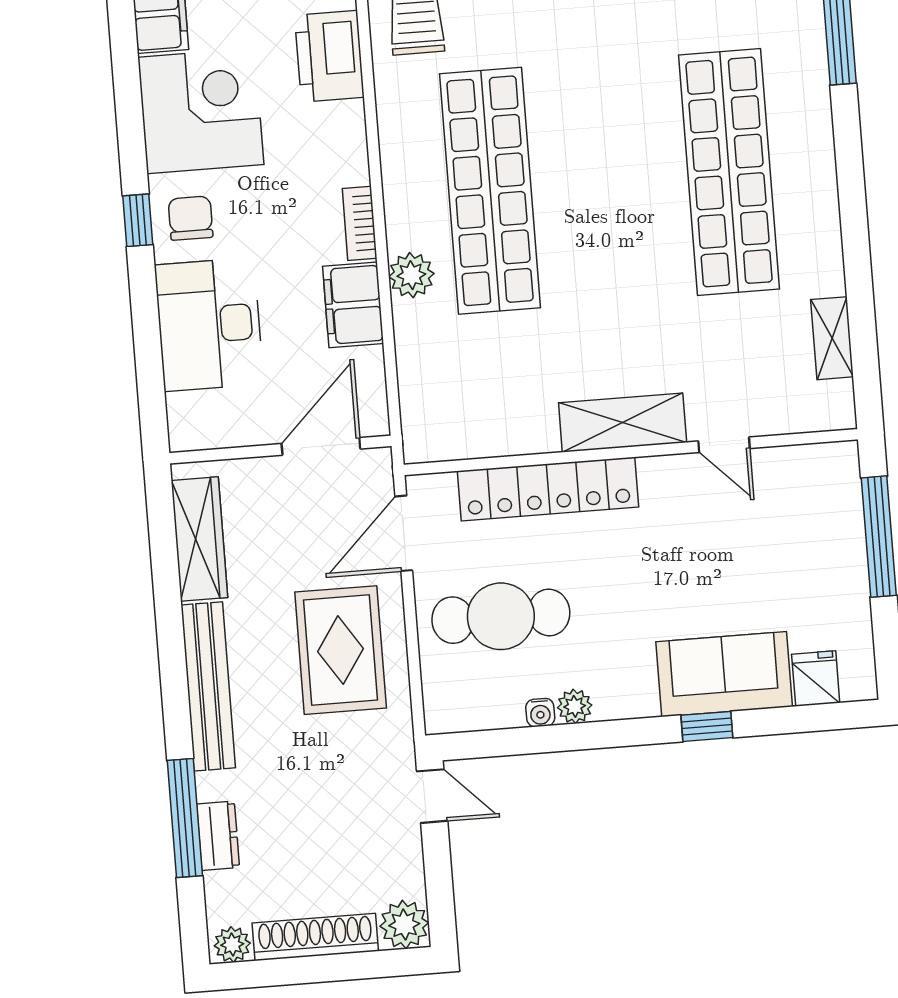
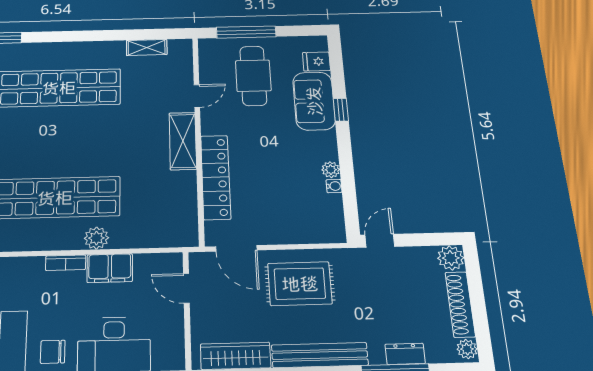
door: (321, 446) -> (186, 288), width x0.73
cafe table: (501, 616) -> (253, 76), moved

